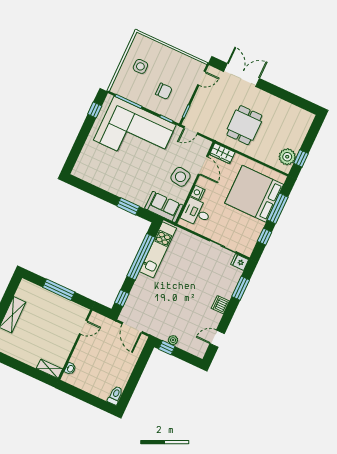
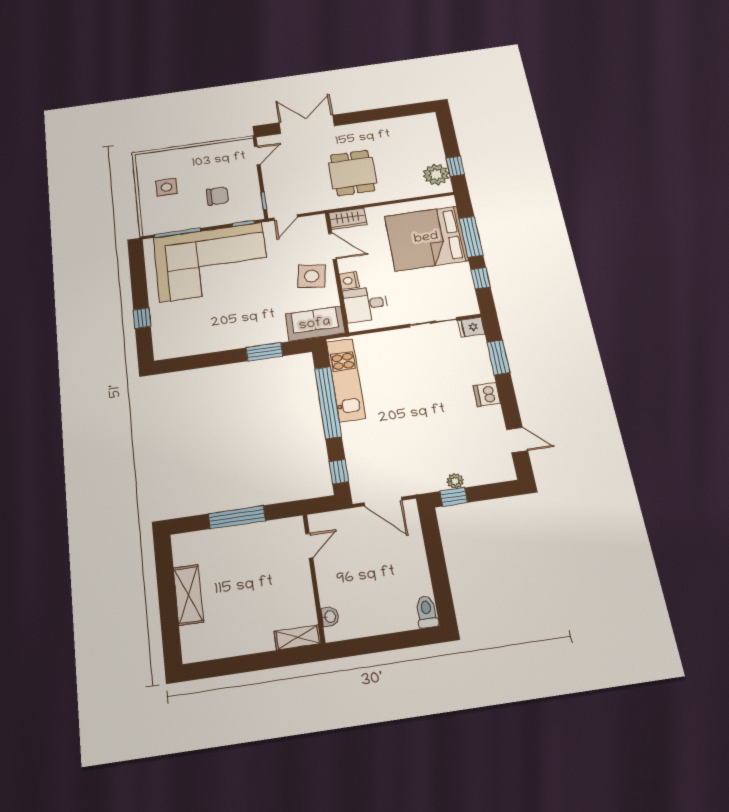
window: (95, 110) -> (142, 318), moved
door: (217, 339) -> (517, 440), swing flipped

